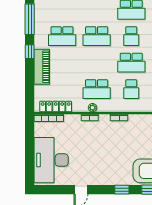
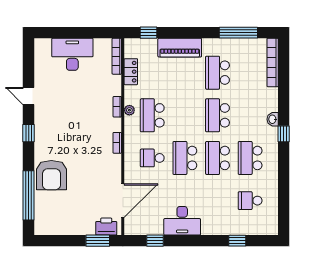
school desk: (131, 36) -> (218, 158), width x1.85
window: (30, 52) -> (148, 33), moved
locker: (56, 106) -> (131, 72), width x0.66
desk: (51, 160) -> (72, 54), width x0.73, depth x0.77
window: (122, 190) -> (29, 133), moved

